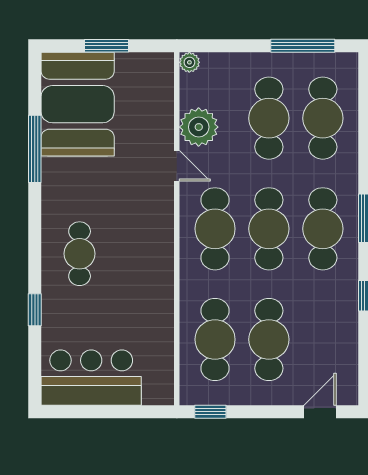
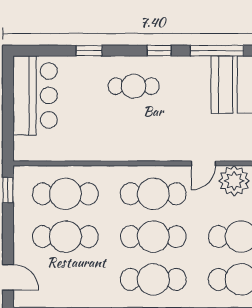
window: (35, 222) -> (159, 51), added

